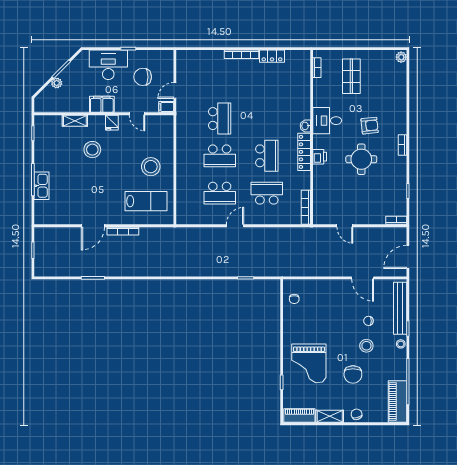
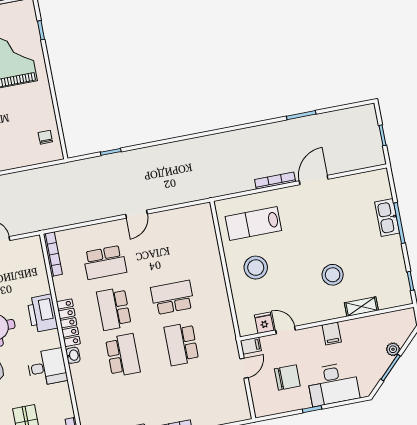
filing cabinet: (102, 104) -> (332, 333), width x0.50
fridge: (112, 123) -> (264, 323), moved
printer: (320, 157) -> (42, 313), width x1.87, depth x1.48
school desk: (220, 193) -> (123, 355), moved, turned 90

